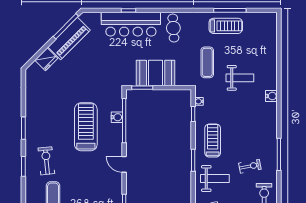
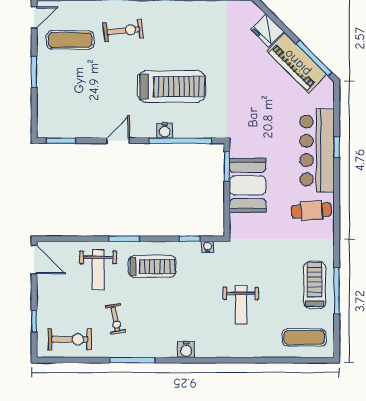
treadmill: (226, 26) -> (315, 285), turned 180
exercise mat: (207, 62) -> (304, 337), moved
water cooler: (271, 96) -> (186, 350), moved
water cooler: (117, 117) -> (165, 131), moved

